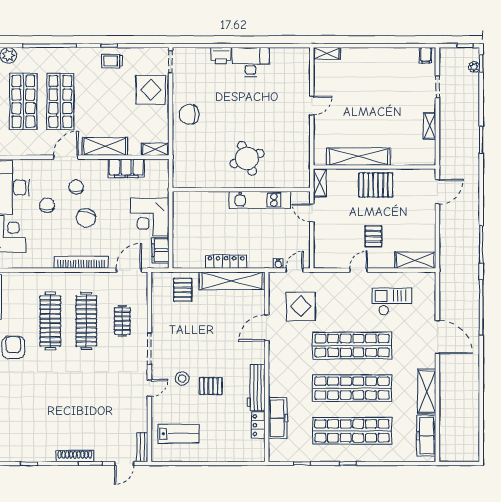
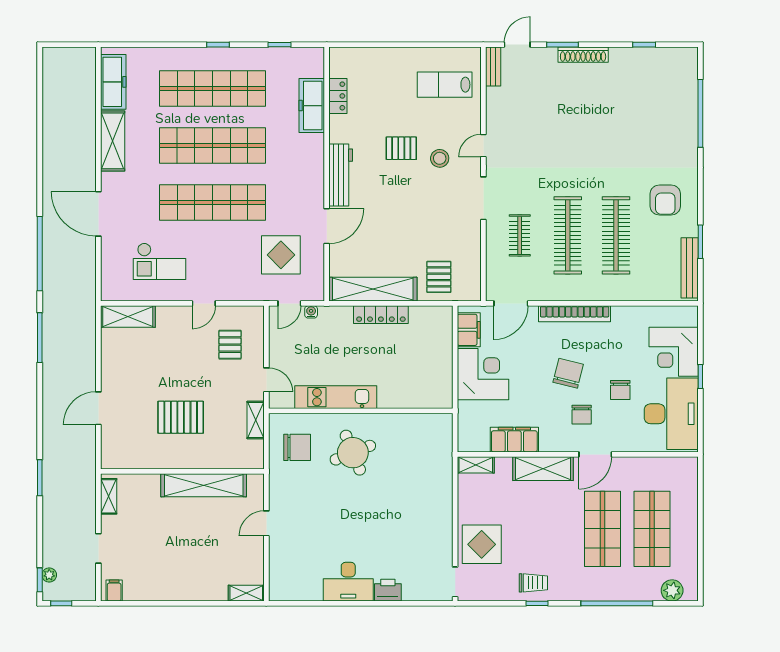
chair: (189, 114) -> (297, 447), moved
shelving: (359, 157) -> (204, 485), moved
wall: (375, 167) -> (182, 471), moved
pallet: (373, 236) -> (230, 345), moved
workbench: (256, 387) -> (341, 175), moved

